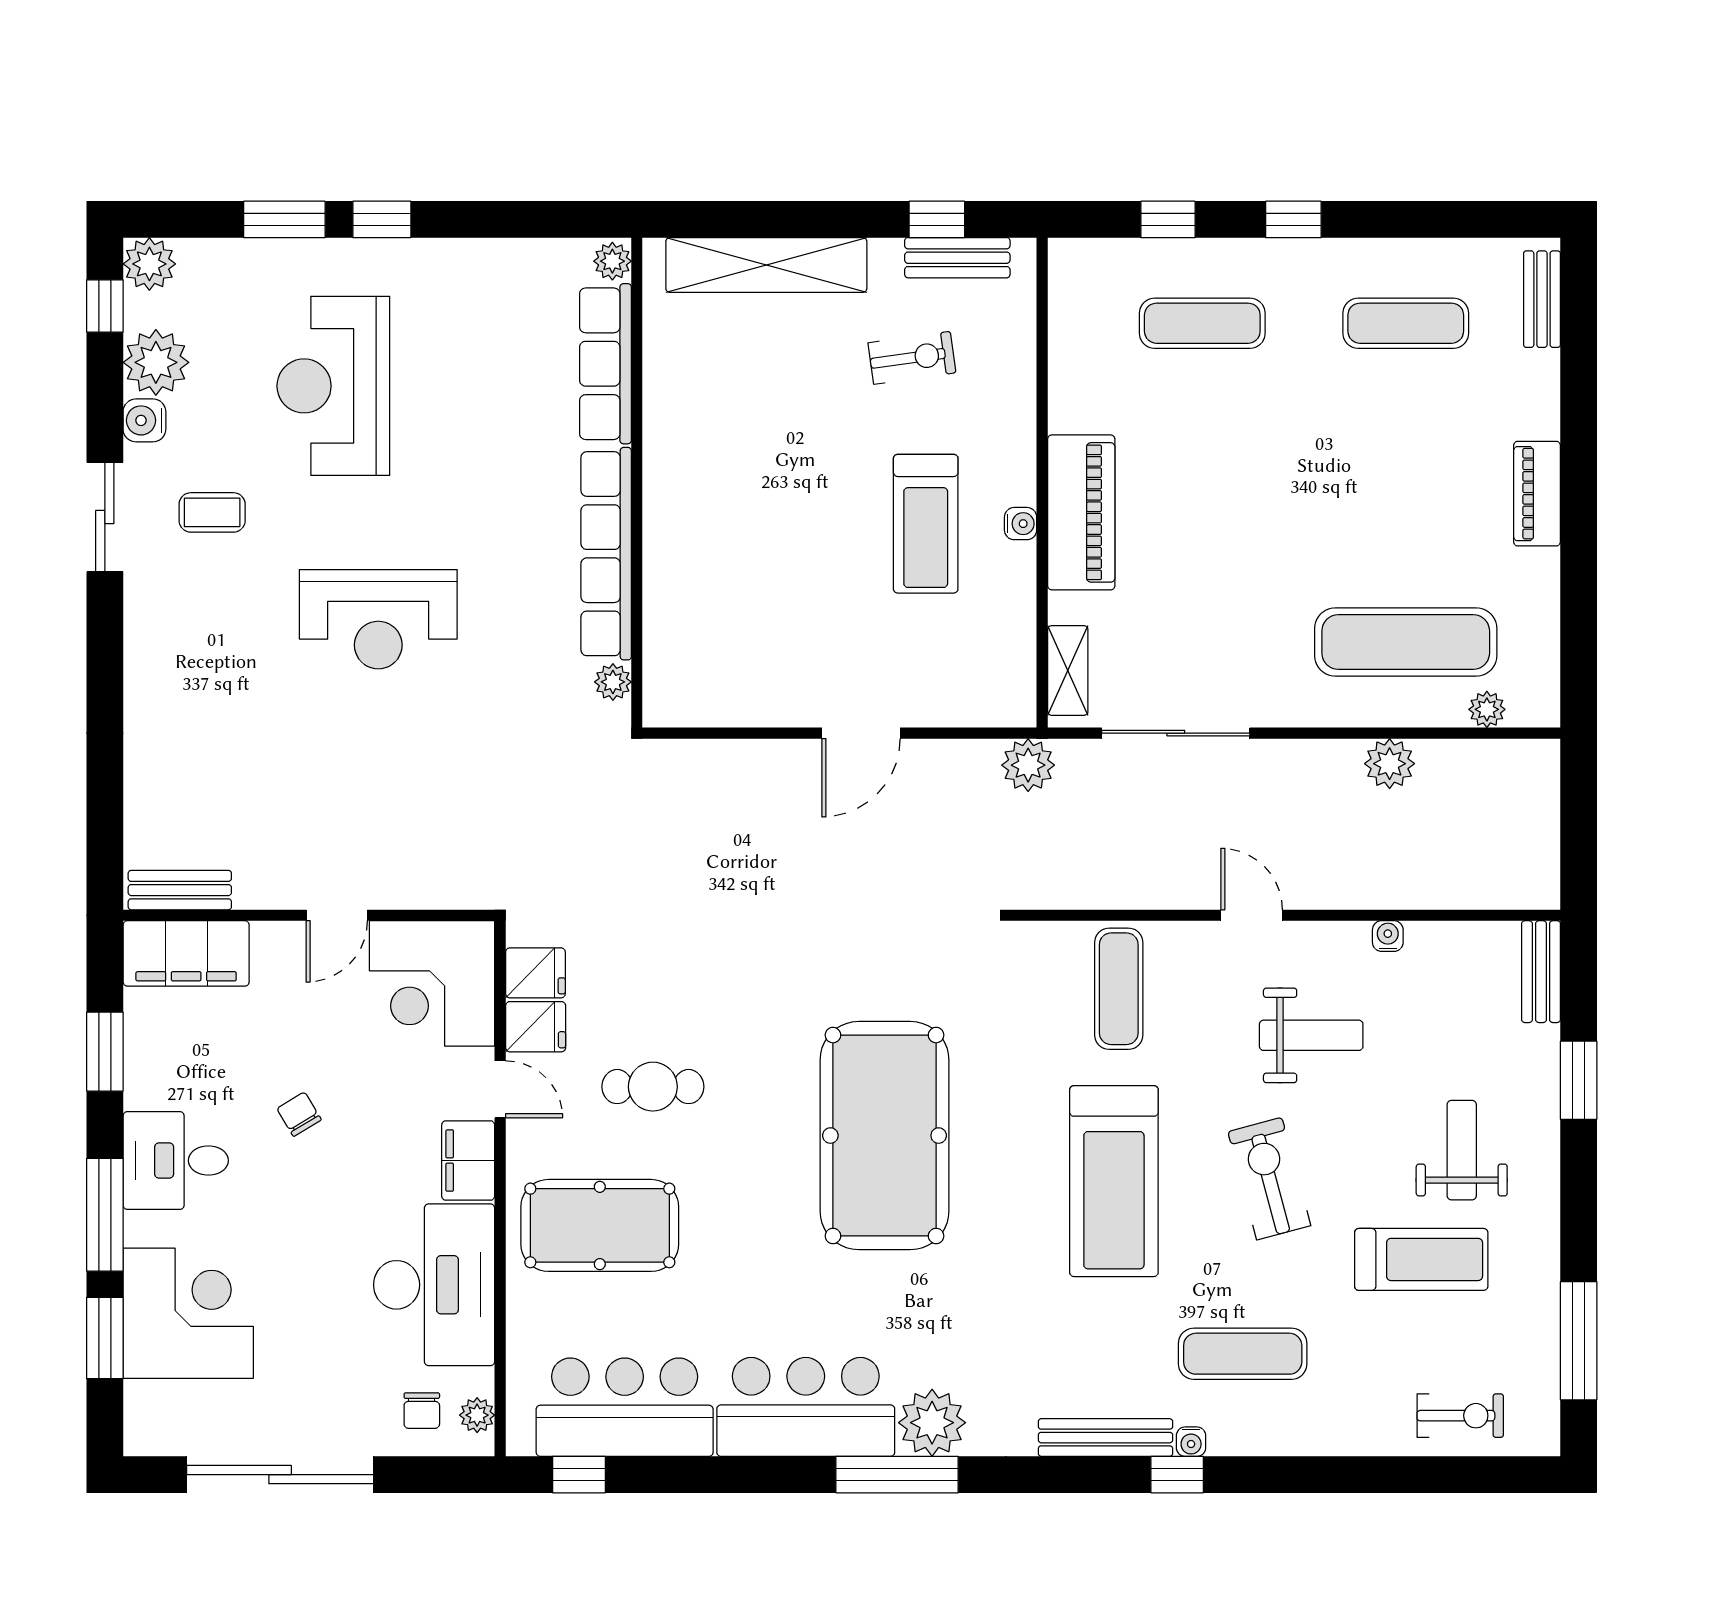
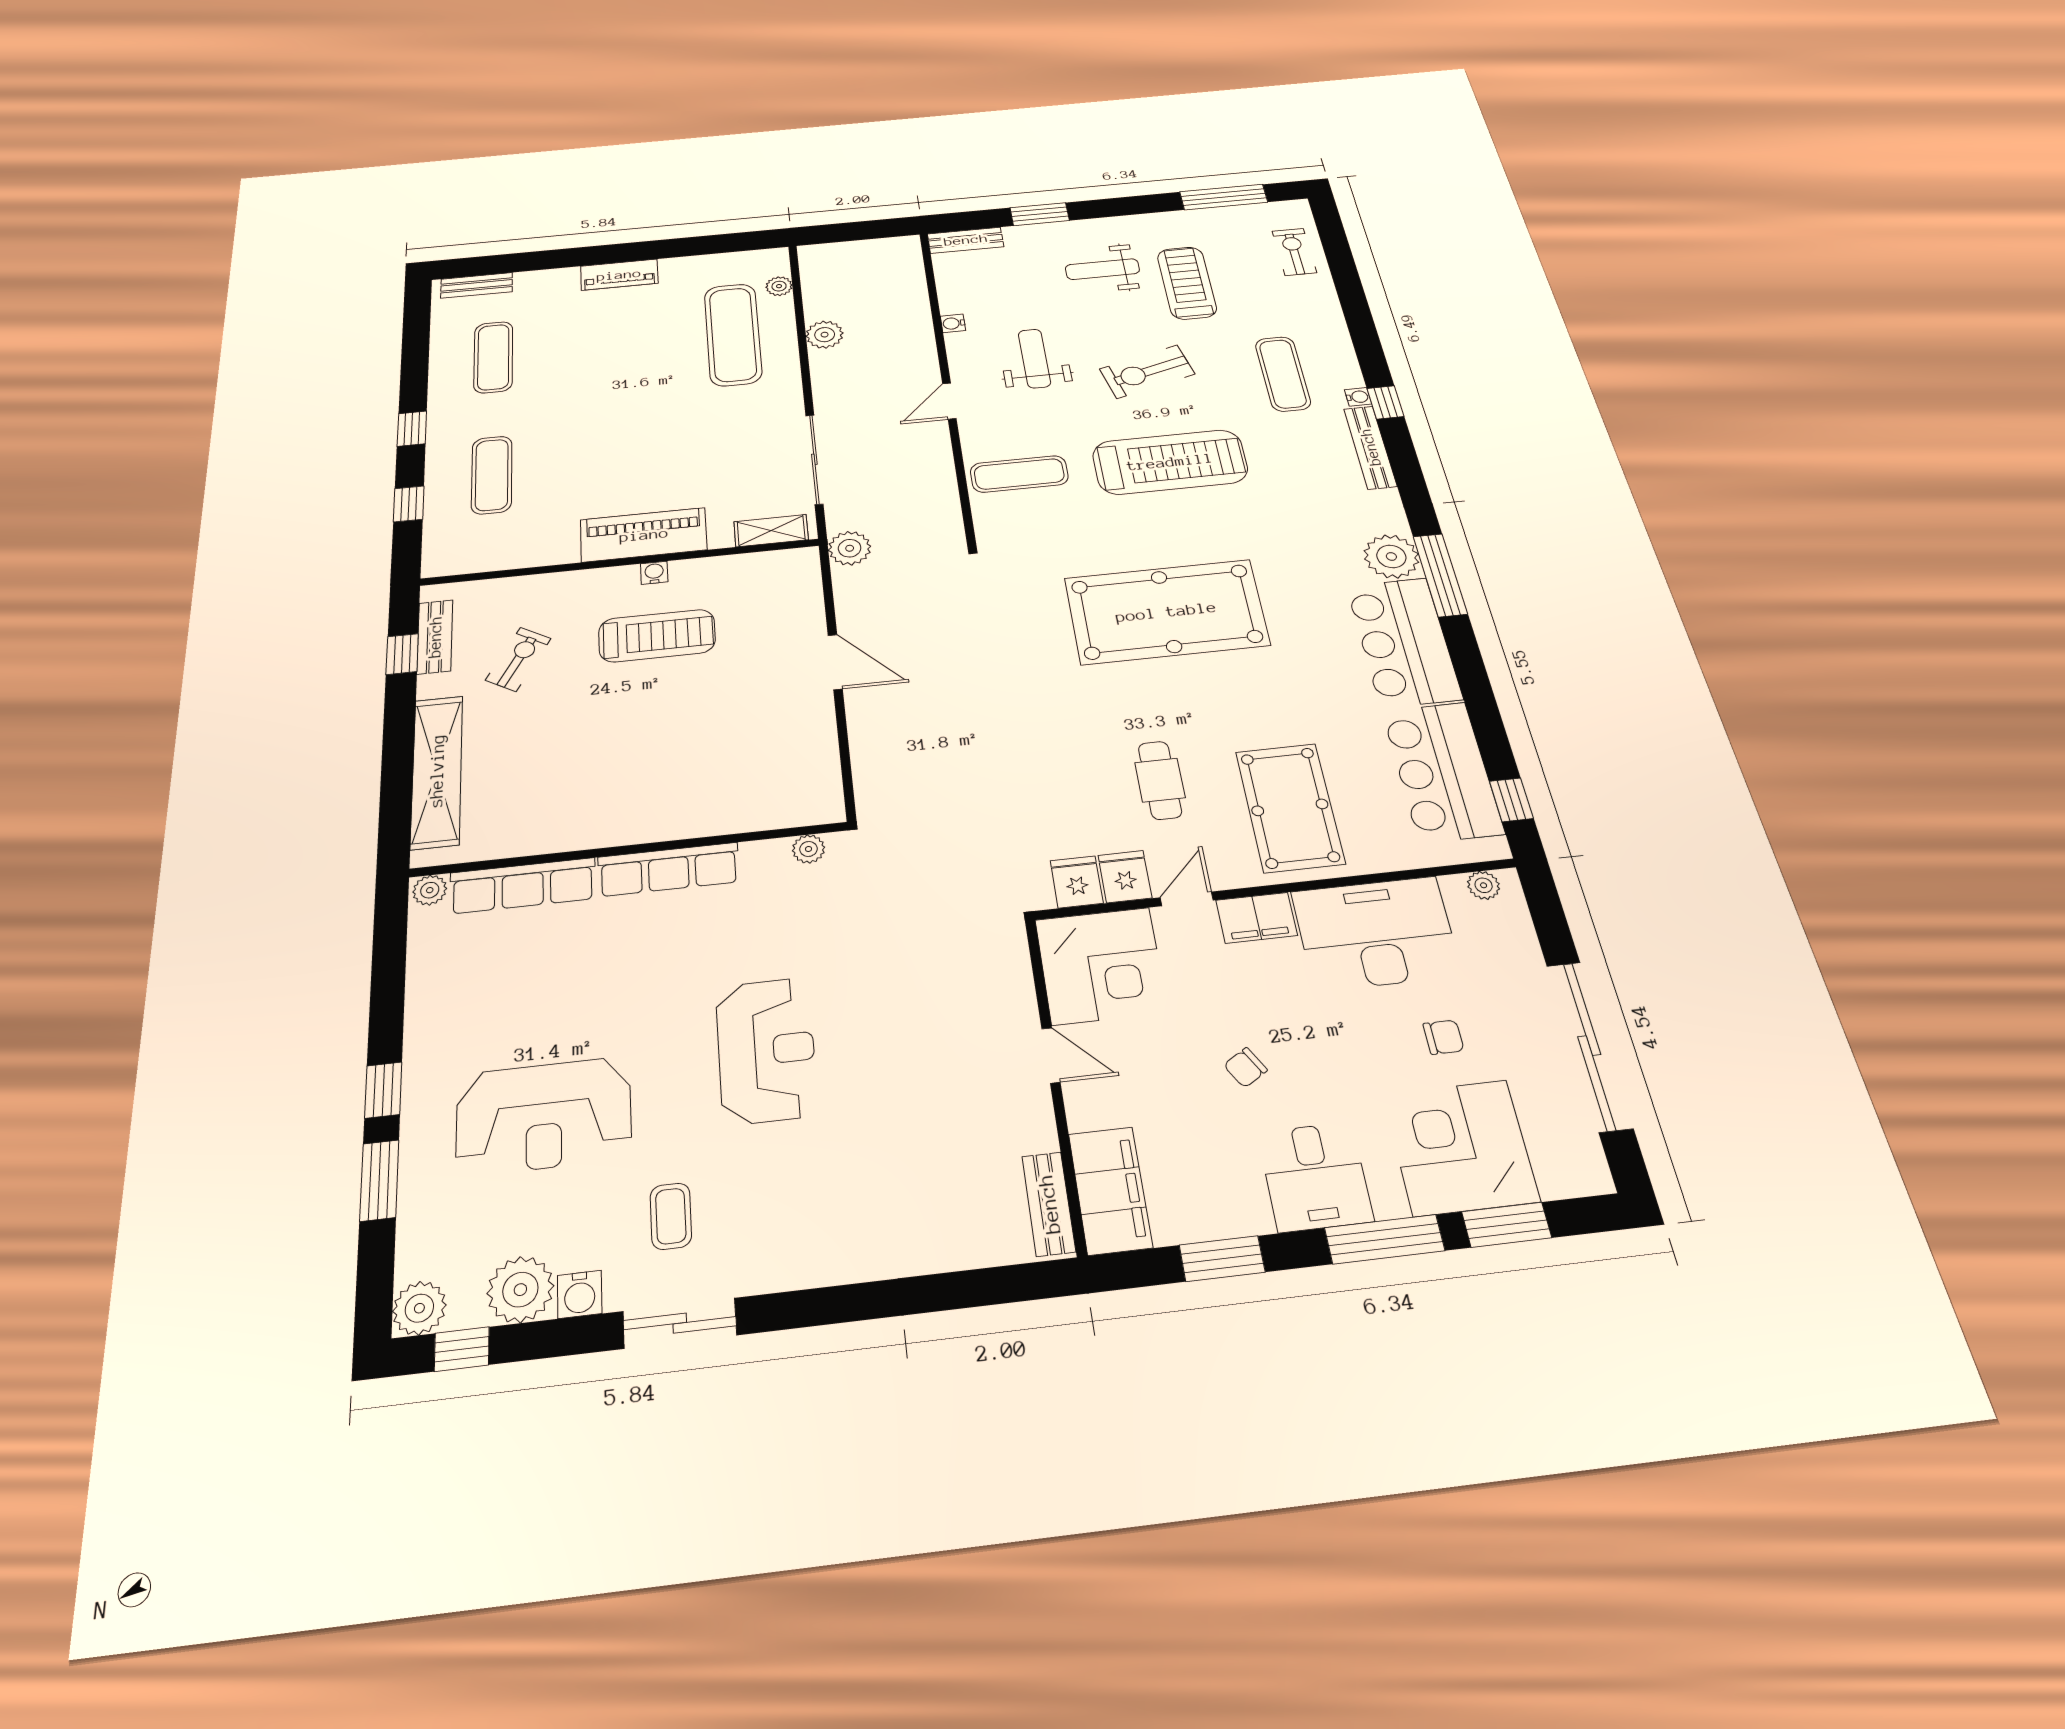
exercise bike: (912, 358) -> (518, 659), turned 38
row of seats: (606, 554) -> (669, 869), width x0.73
chair: (422, 1411) -> (1444, 1037), moved

